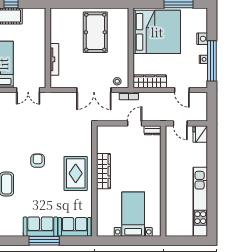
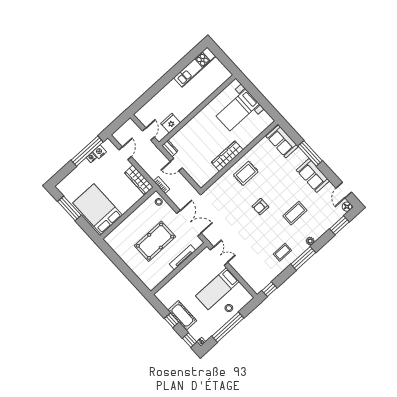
pool table: (95, 32) -> (155, 241), moved
bed: (157, 32) -> (98, 209), width x0.73
nightstand: (202, 39) -> (99, 152), moved
double door: (94, 90) -> (189, 223), moved
fridge: (200, 134) -> (171, 123), moved, turned 180
rug: (76, 173) -> (246, 173), width x0.73, depth x0.70
kitchen unit: (200, 202) -> (195, 67), width x0.73
sofa: (40, 227) -> (313, 175), moved

